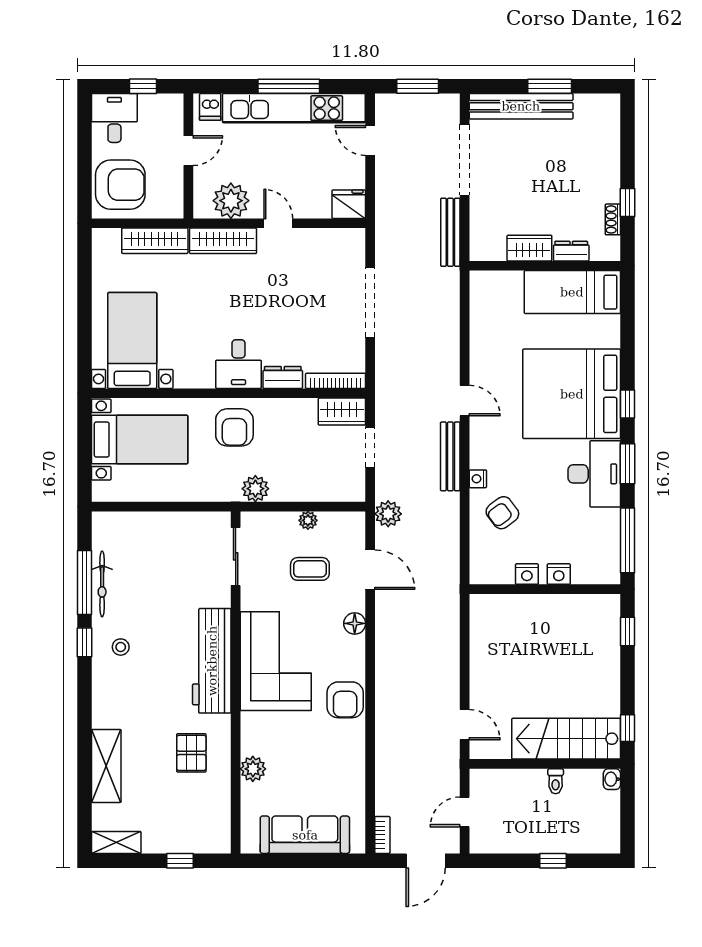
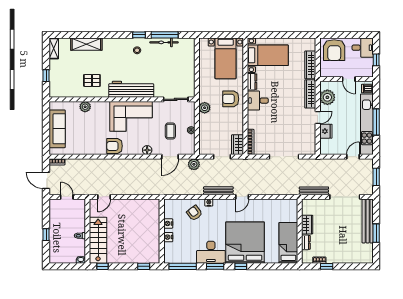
fridge: (349, 204) -> (326, 131), moved
dresser: (283, 377) -> (252, 82), moved

